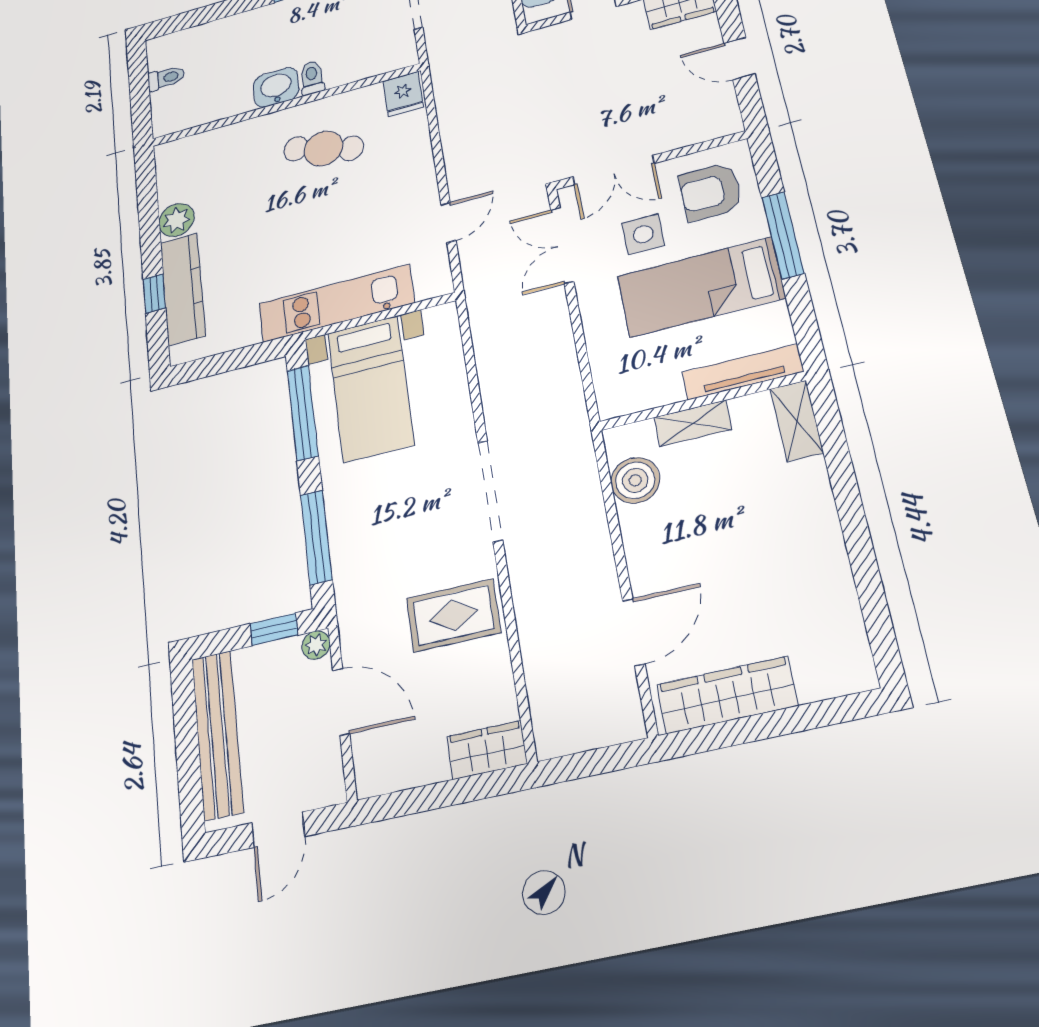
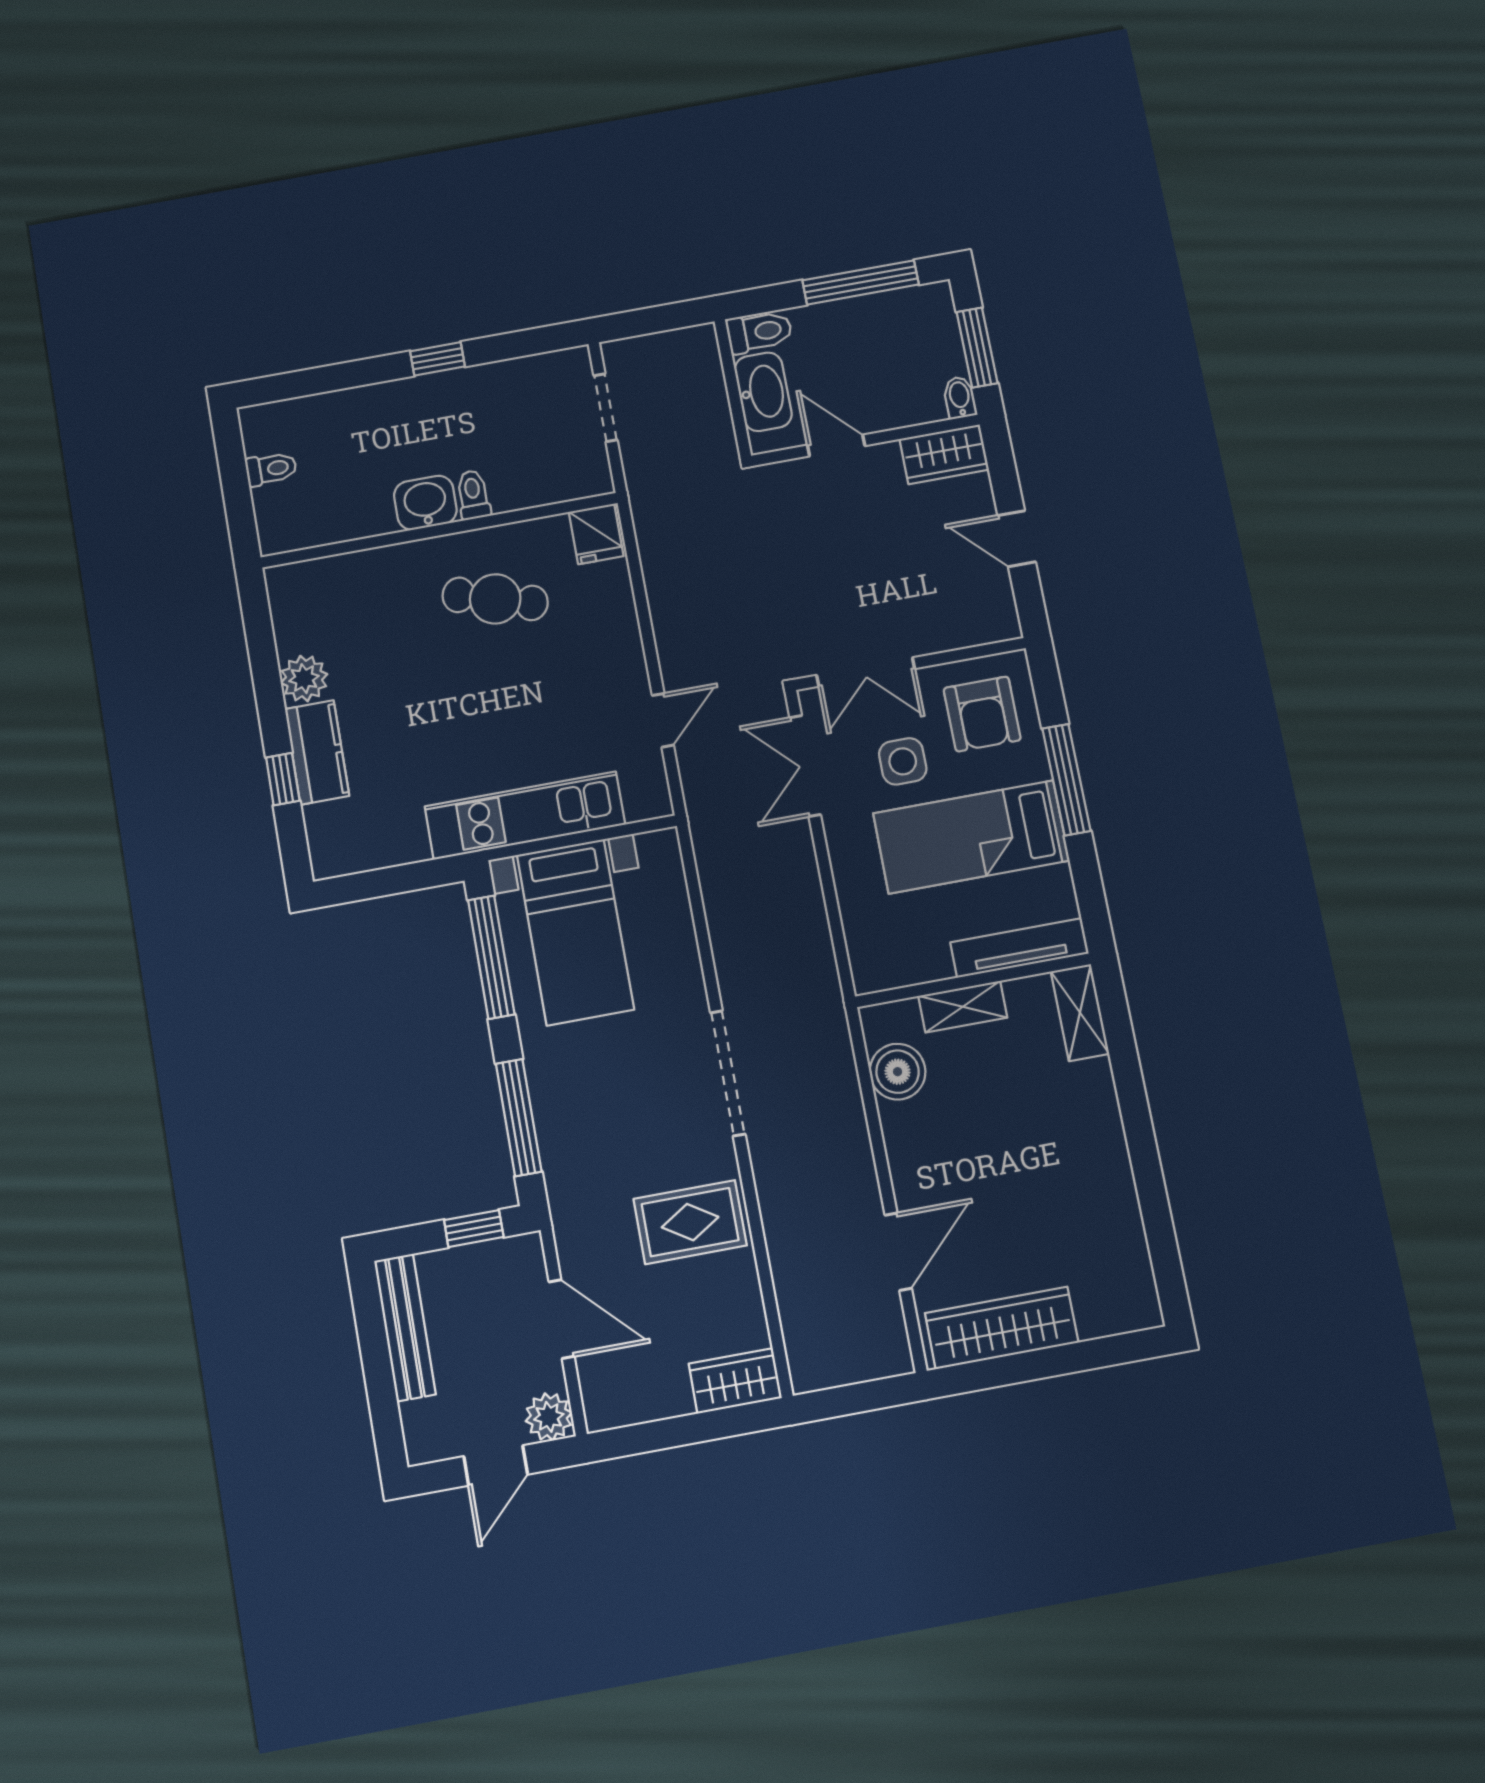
armchair: (710, 192) -> (982, 714), turned -90
kitchen counter: (183, 289) -> (317, 752), width x0.67
plant: (316, 645) -> (549, 1417), moved, width x1.38, depth x1.38
bench: (217, 735) -> (405, 1327), width x0.73, depth x0.82

